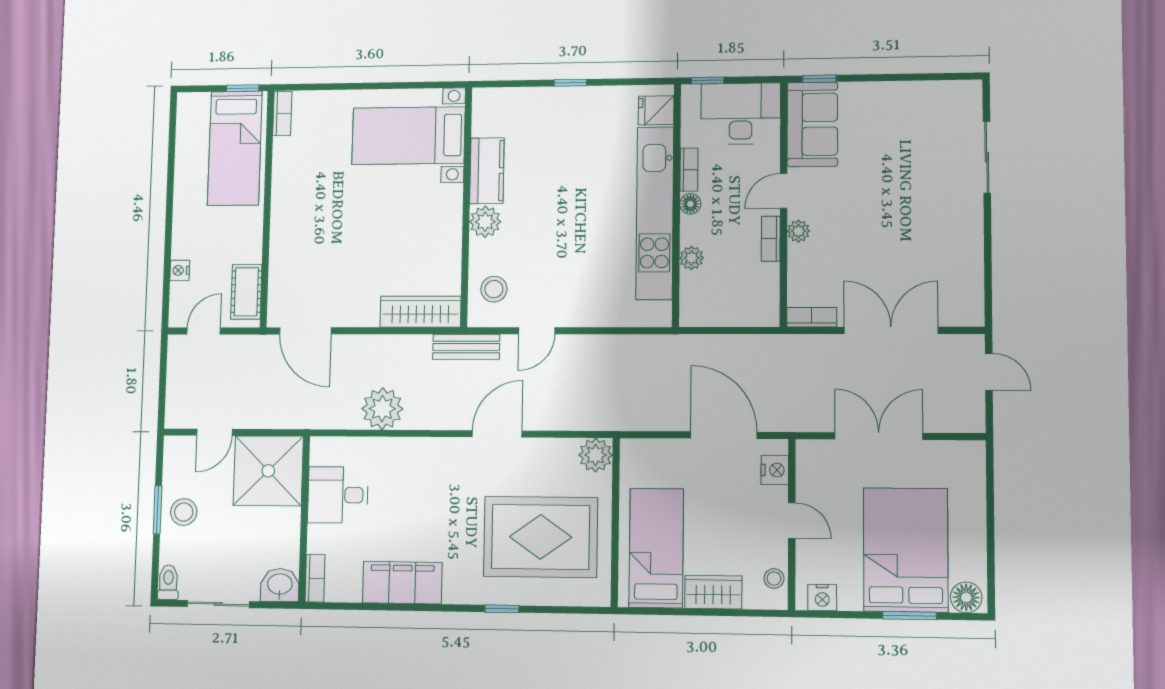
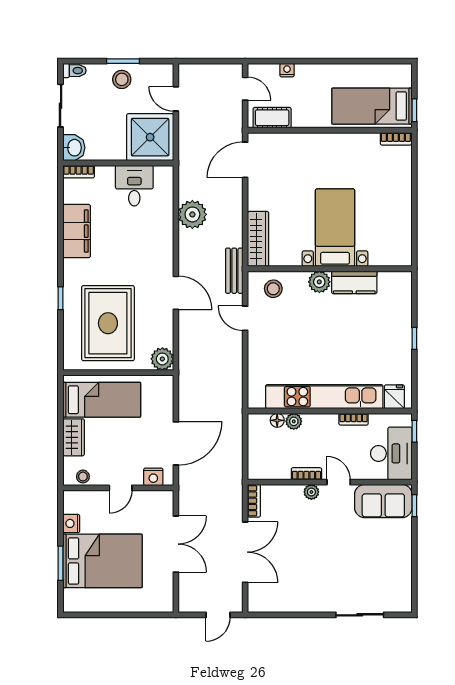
bed with nightstands: (408, 136) -> (335, 228), moved
floor lamp: (690, 204) -> (277, 420), moved
nightstand: (822, 597) -> (71, 523), moved
floor lamp: (966, 597) -> (73, 599), removed

